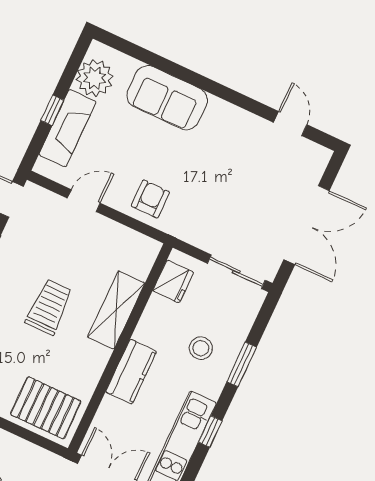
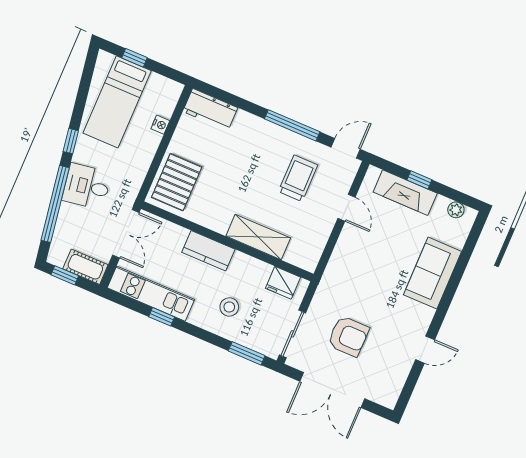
plant: (95, 78) -> (456, 210), width x0.53, depth x0.53
door: (290, 124) -> (425, 350), moved
armchair: (150, 199) -> (348, 336), moved, width x1.38, depth x1.38
trolley: (49, 307) -> (298, 178), moved, turned -90
window: (242, 364) -> (247, 353), moved

